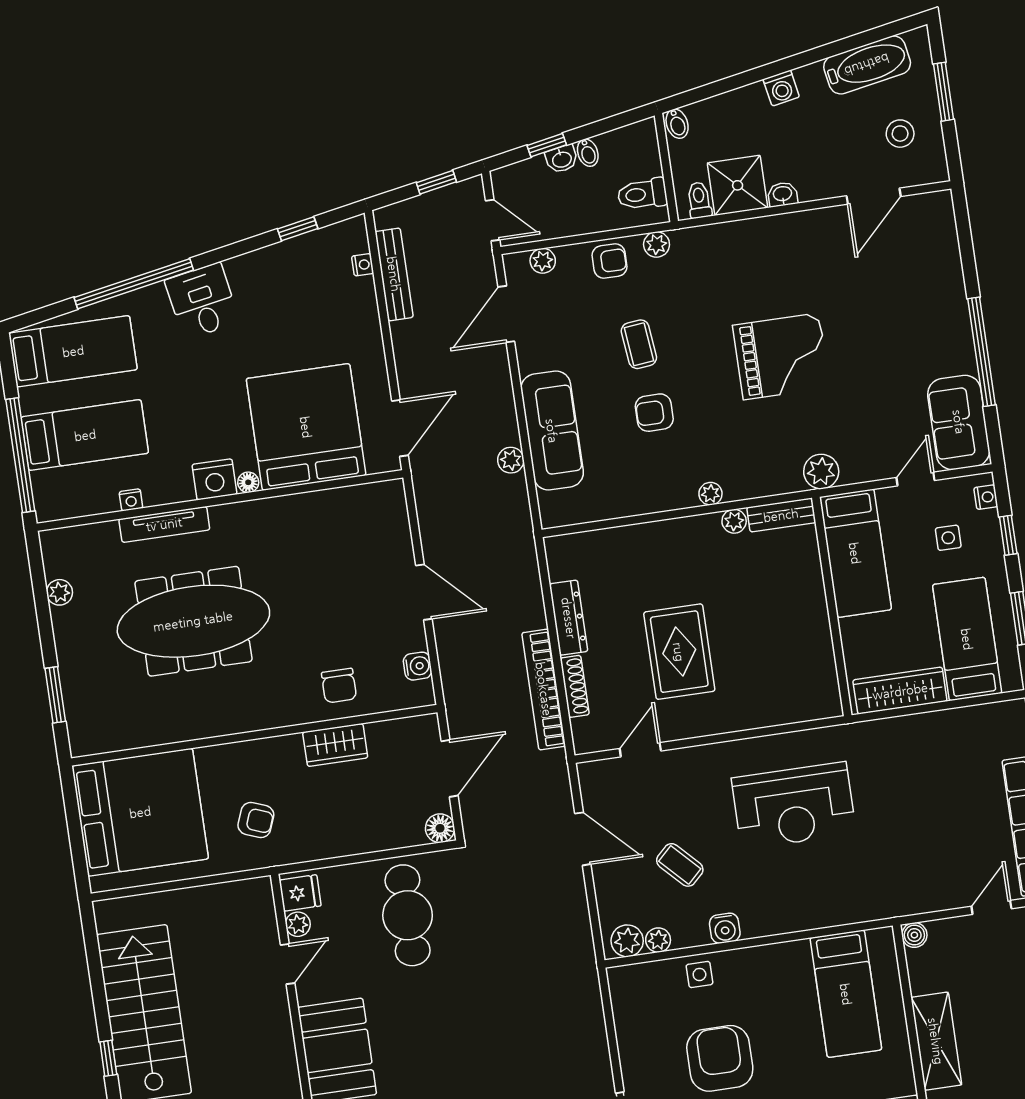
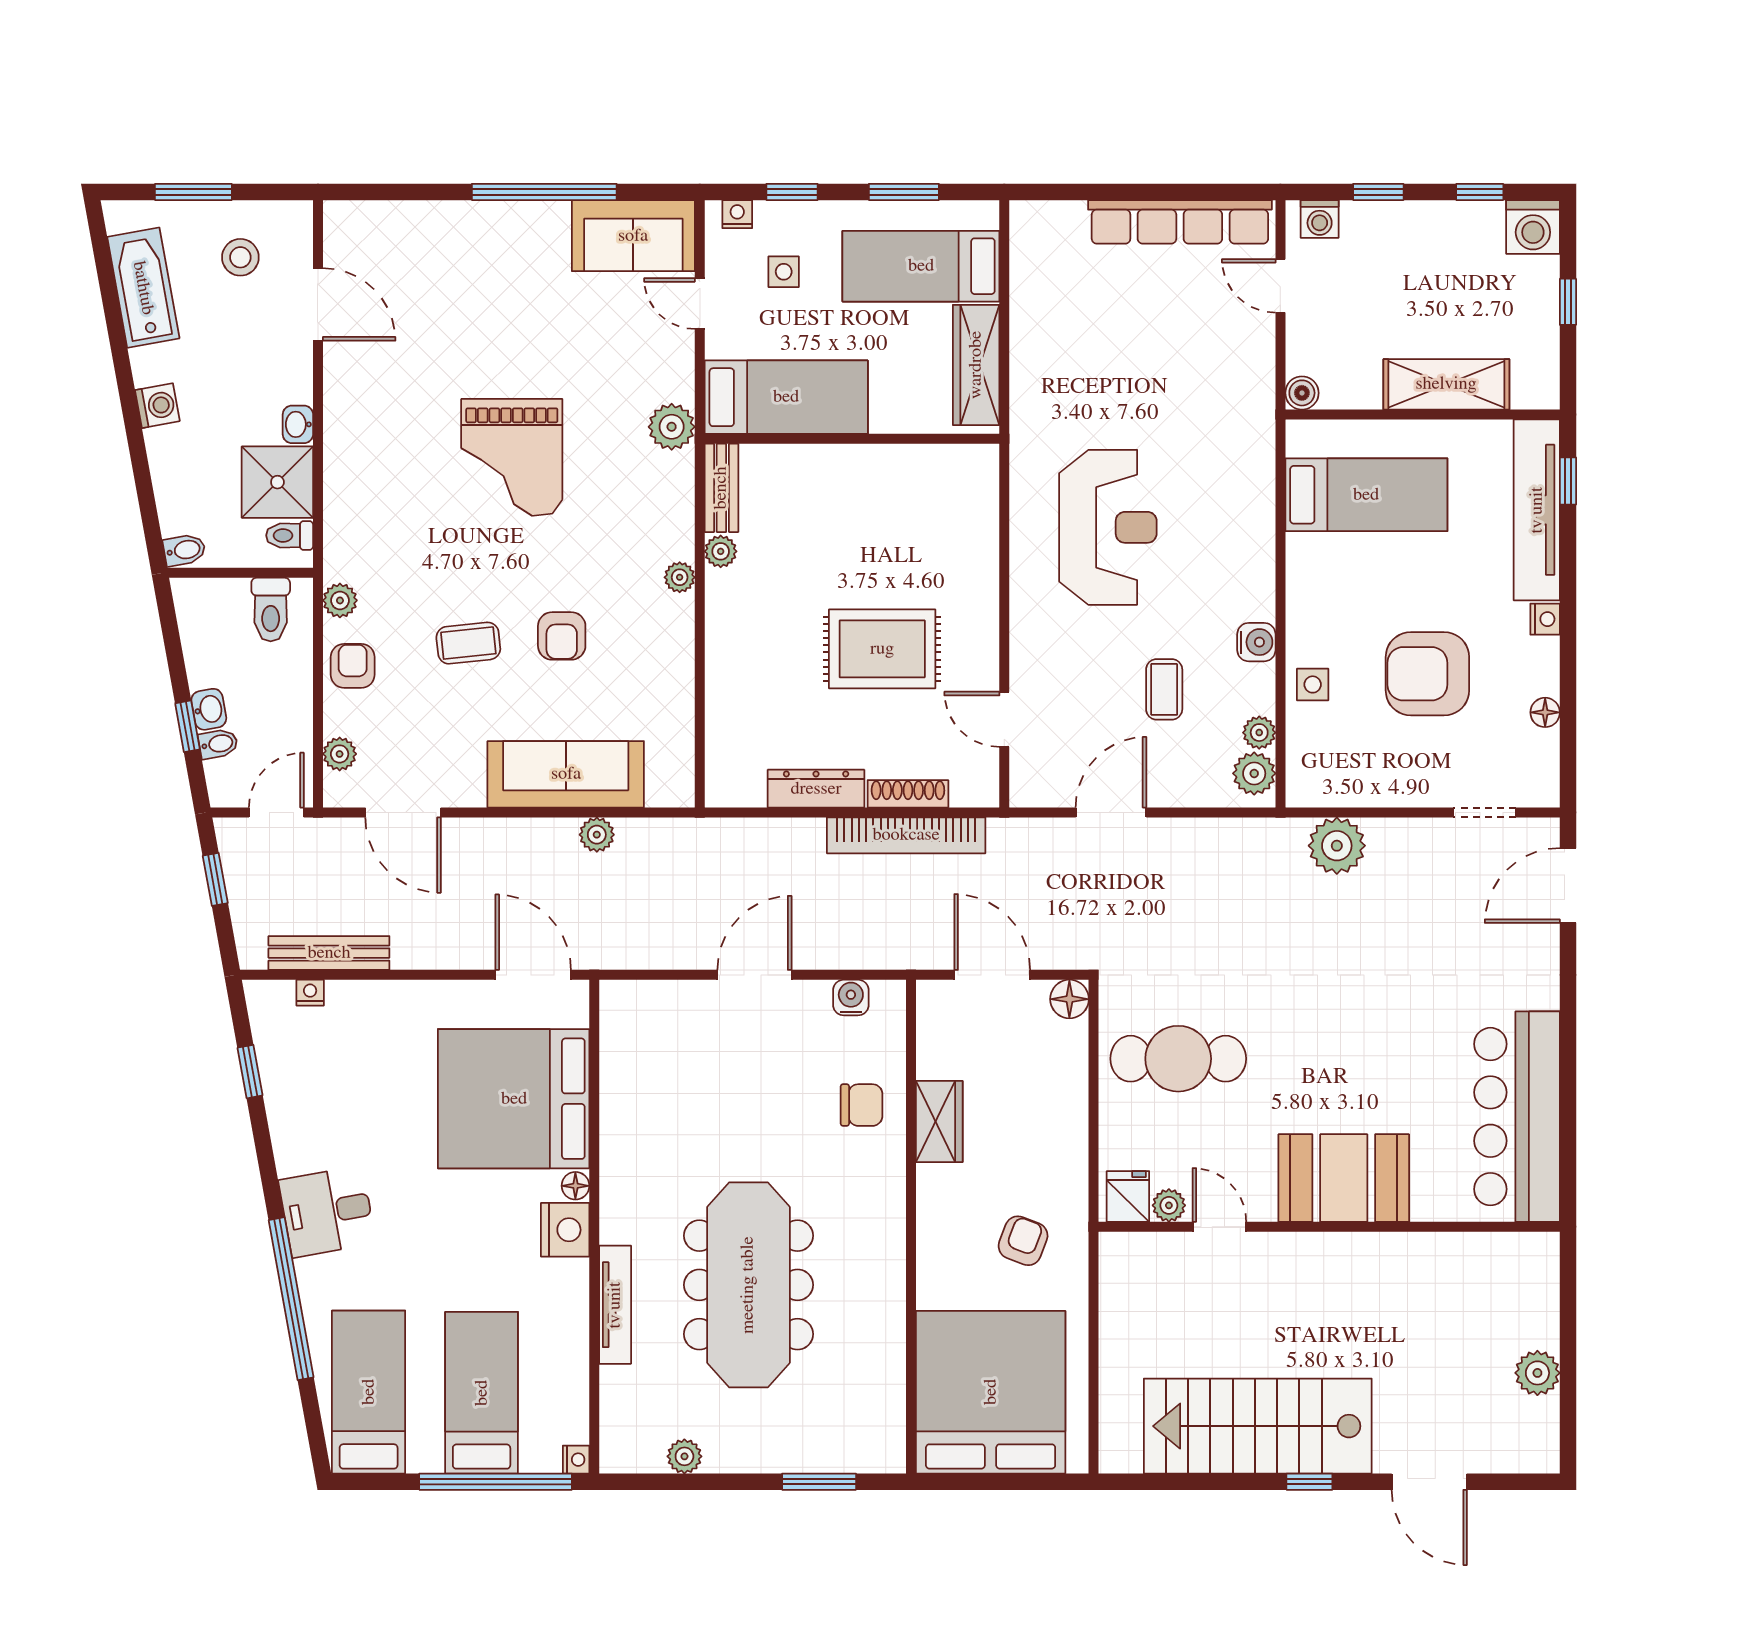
bidet: (588, 153) -> (218, 744), moved
grand piano: (781, 356) -> (512, 457), turned 180
nightstand: (131, 500) -> (576, 1460), moved
coffee table: (680, 865) -> (1164, 689), turned -46
plant: (583, 1010) -> (1337, 846), added

